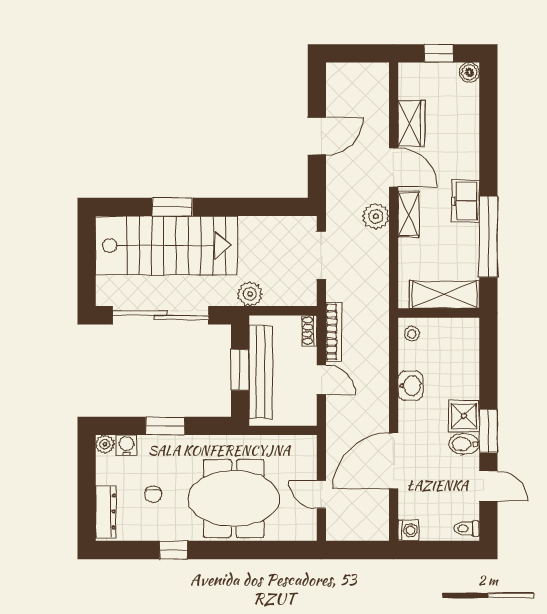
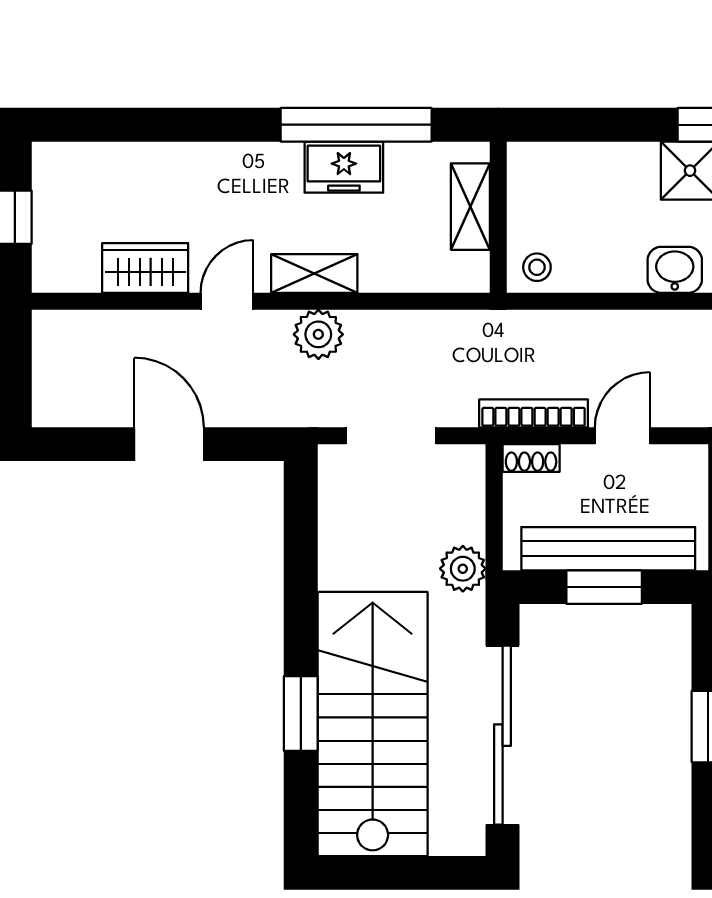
boiler: (469, 72) -> (50, 160), removed
door: (394, 167) -> (227, 301), width x0.73
freezer: (466, 201) -> (344, 167), moved
shelving: (444, 295) -> (470, 207), width x0.67, depth x0.75
washbasin: (410, 386) -> (675, 270), moved

